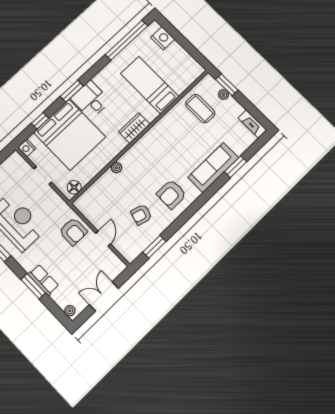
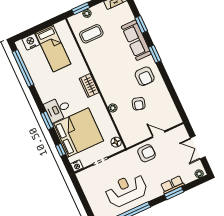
bed: (150, 85) -> (53, 48), moved, turned -90
armchair: (141, 215) -> (139, 104), moved
window: (154, 247) -> (155, 54), moved

